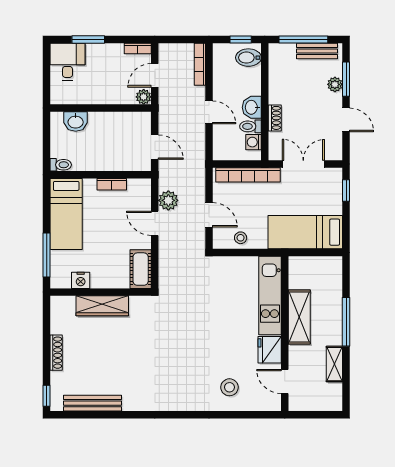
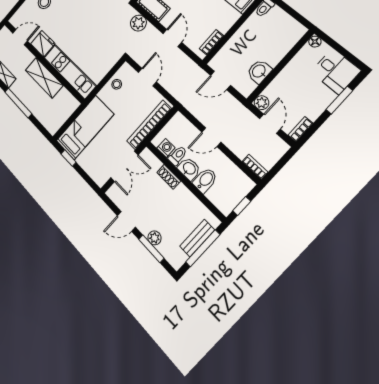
bench: (317, 51) -> (197, 238), moved
bidet: (248, 58) -> (205, 180), moved
bookcase: (200, 64) -> (255, 167), width x0.64
floor lamp: (56, 98) -> (315, 42), added
washbasin: (76, 122) -> (259, 71), moved
bookcase: (112, 184) -> (211, 42), moved
window: (346, 191) -> (69, 158), moved
plant: (168, 200) -> (138, 23), moved
door: (209, 215) -> (147, 77), swing flipped
door: (155, 223) -> (172, 38), hinge flipped

